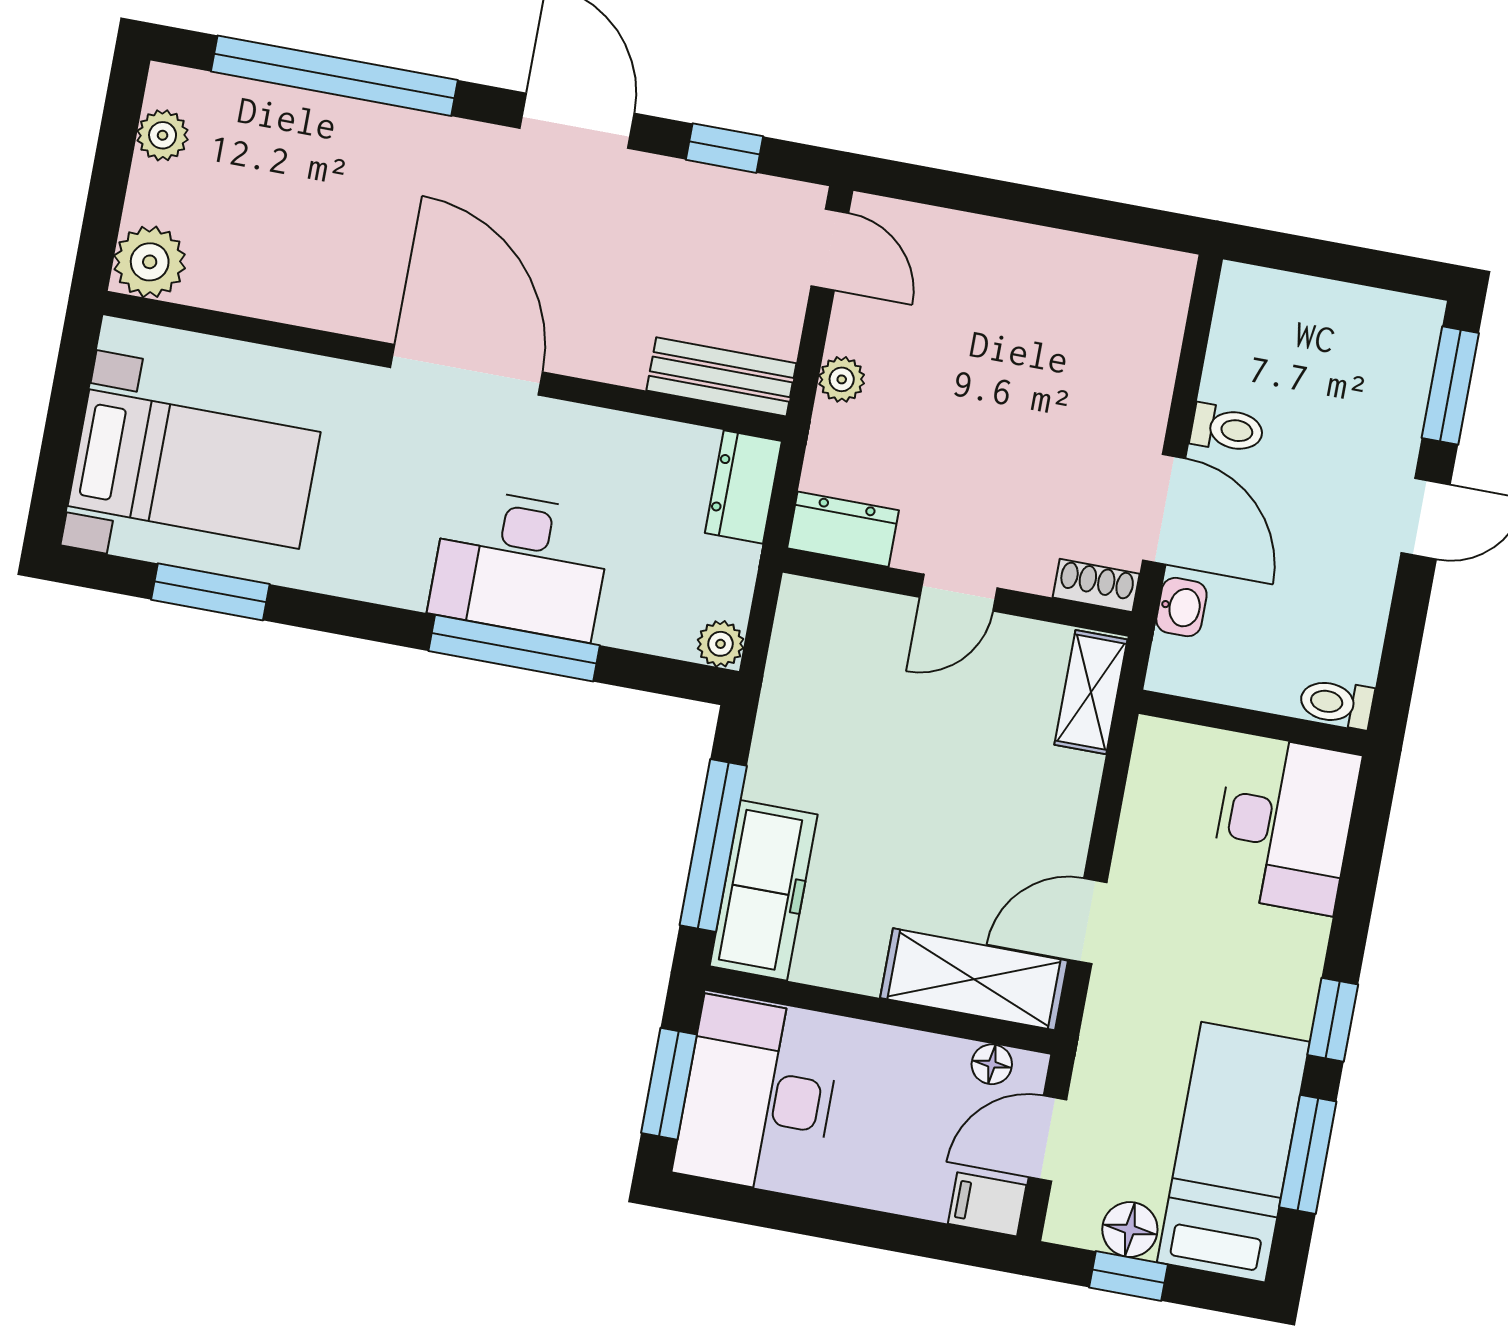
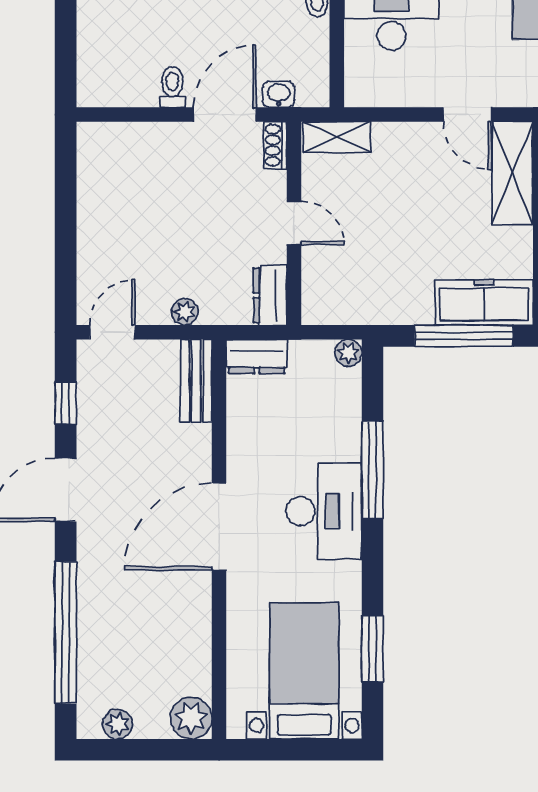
desk: (520, 564) -> (324, 511), moved

